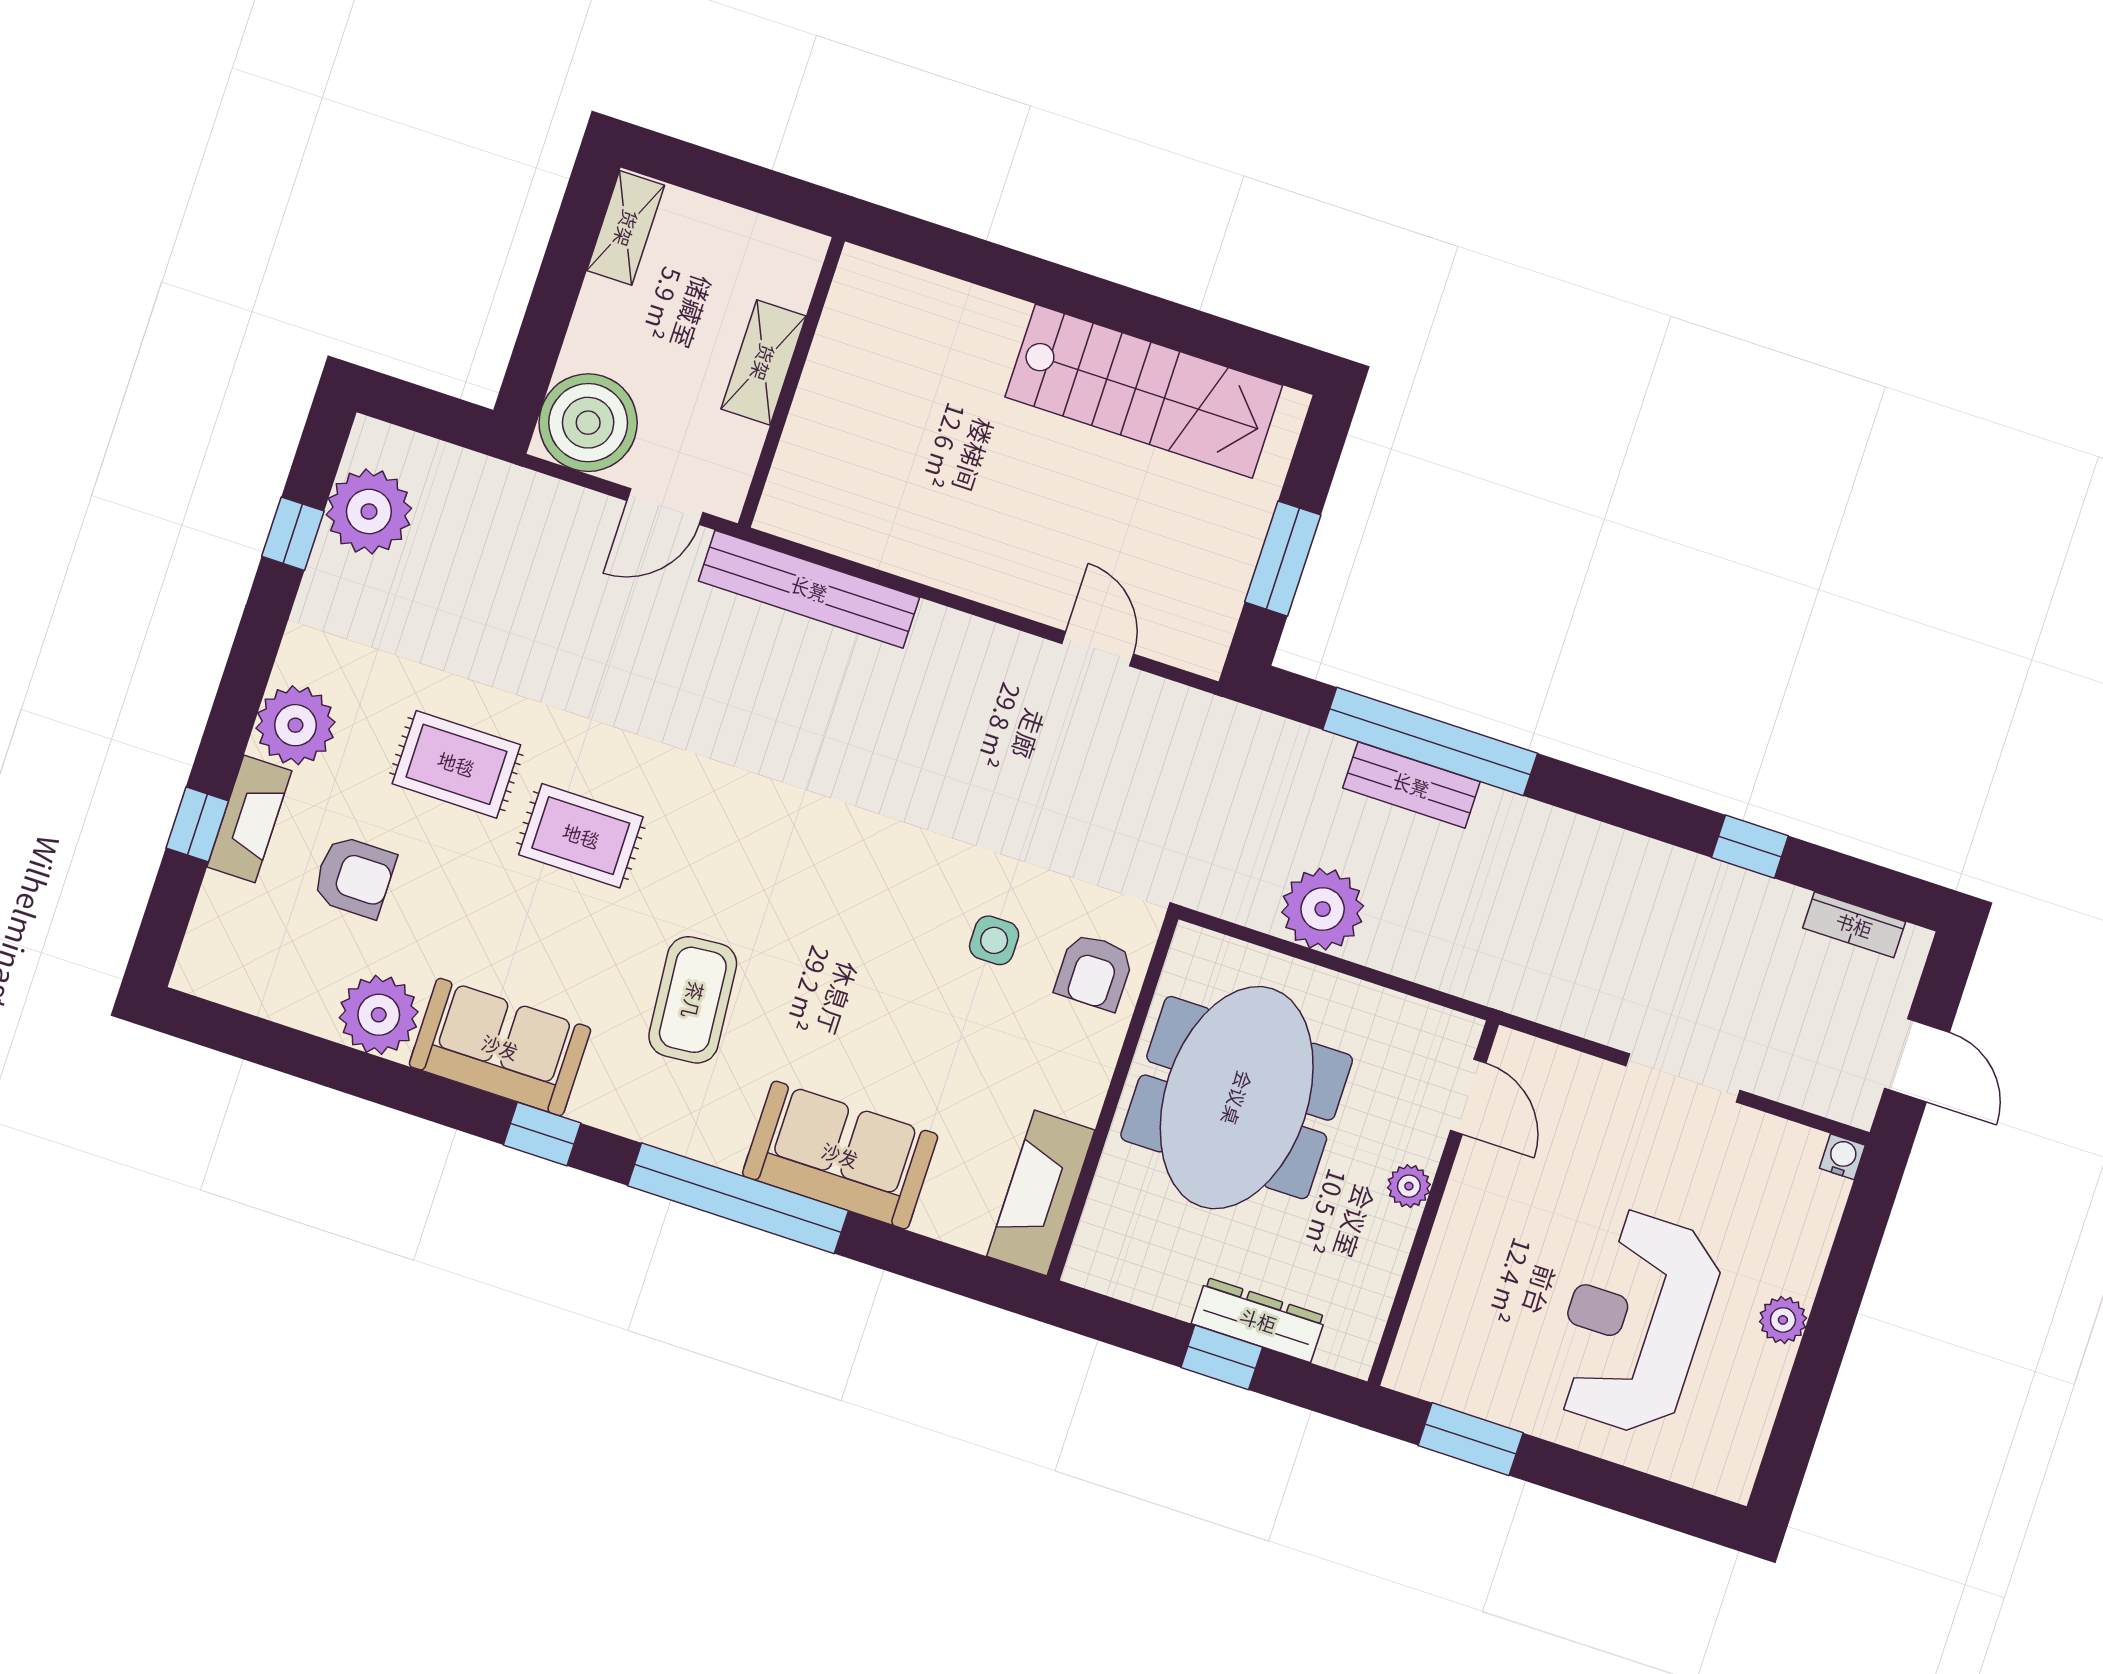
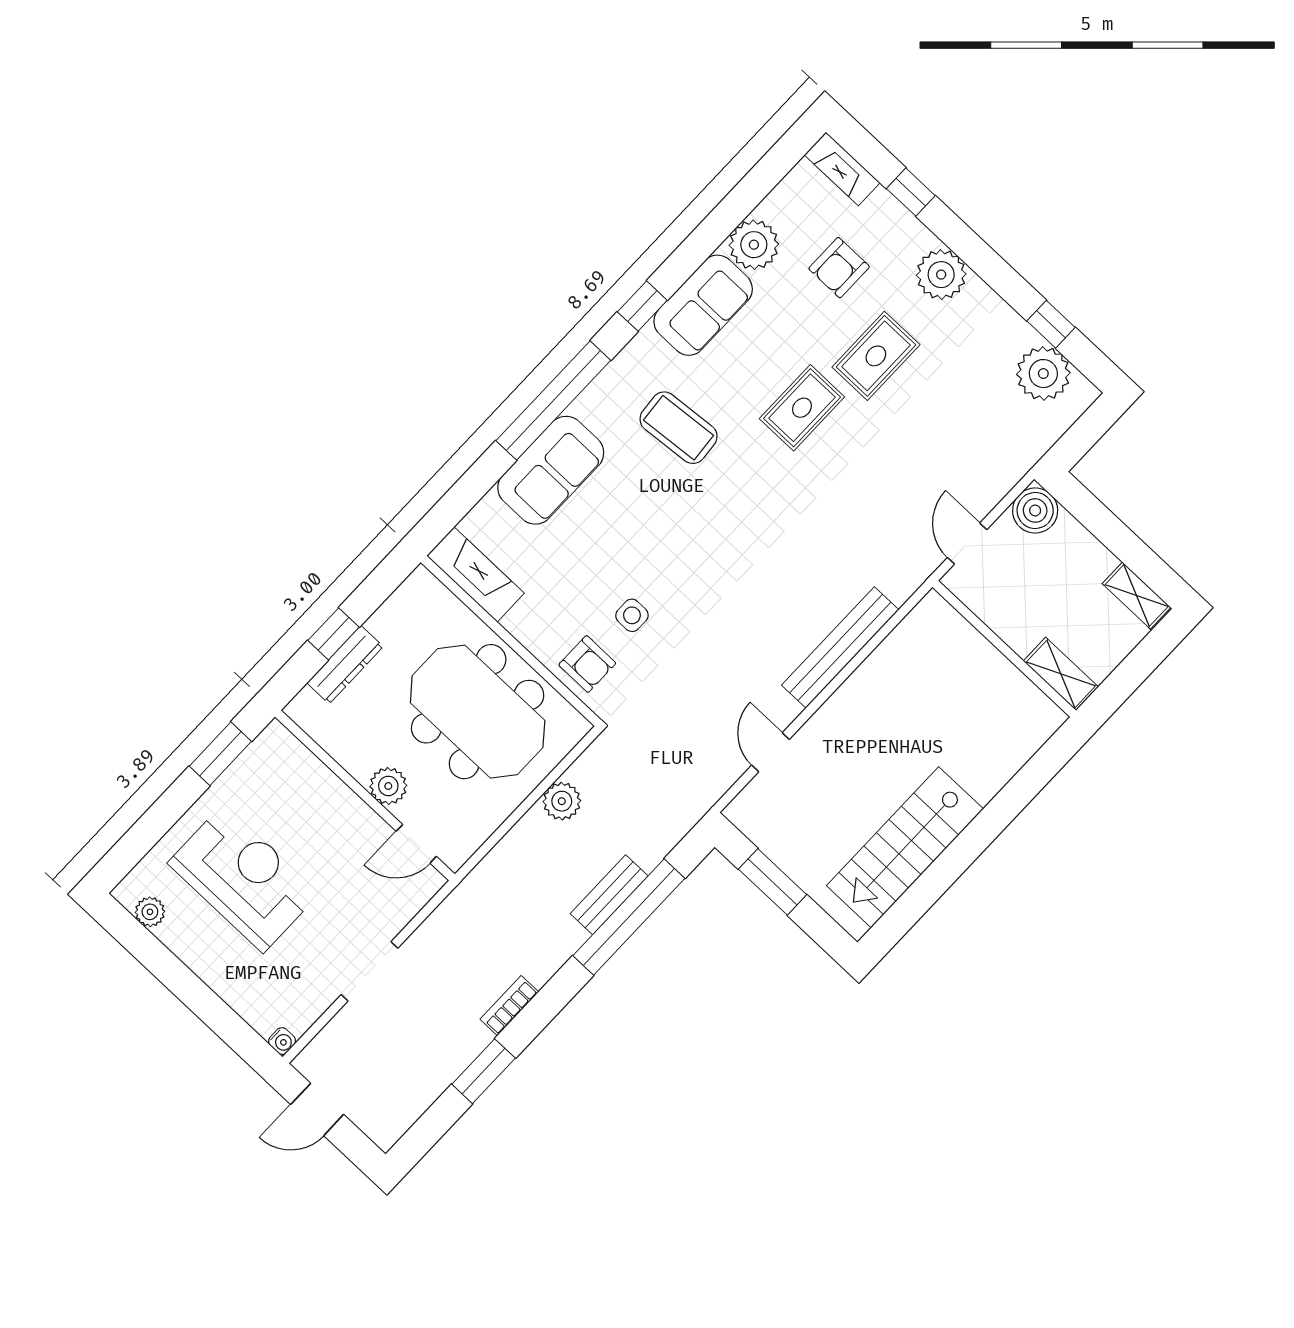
shelving: (763, 362) -> (1061, 674), moved
boiler: (588, 423) -> (1035, 510), width x0.73, depth x0.73
bench: (809, 589) -> (840, 647), moved
door: (1098, 649) -> (770, 752), swing flipped
fireplace: (249, 819) -> (842, 169), moved
window: (1750, 847) -> (484, 1071), width x1.50
plant: (1323, 909) -> (562, 801), width x0.73, depth x0.73
bookcase: (1854, 925) -> (509, 1006), moved
armchair: (1094, 972) -> (587, 664), turned 180
plant: (1409, 1186) -> (388, 786), width x1.38, depth x1.38
plant: (1783, 1320) -> (150, 912), moved

